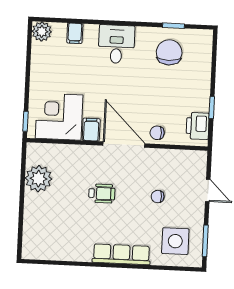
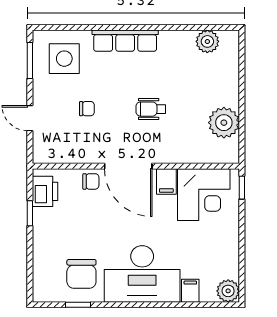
desk: (116, 44) -> (142, 274), width x1.87, depth x1.30
plant: (50, 250) -> (207, 41), added

